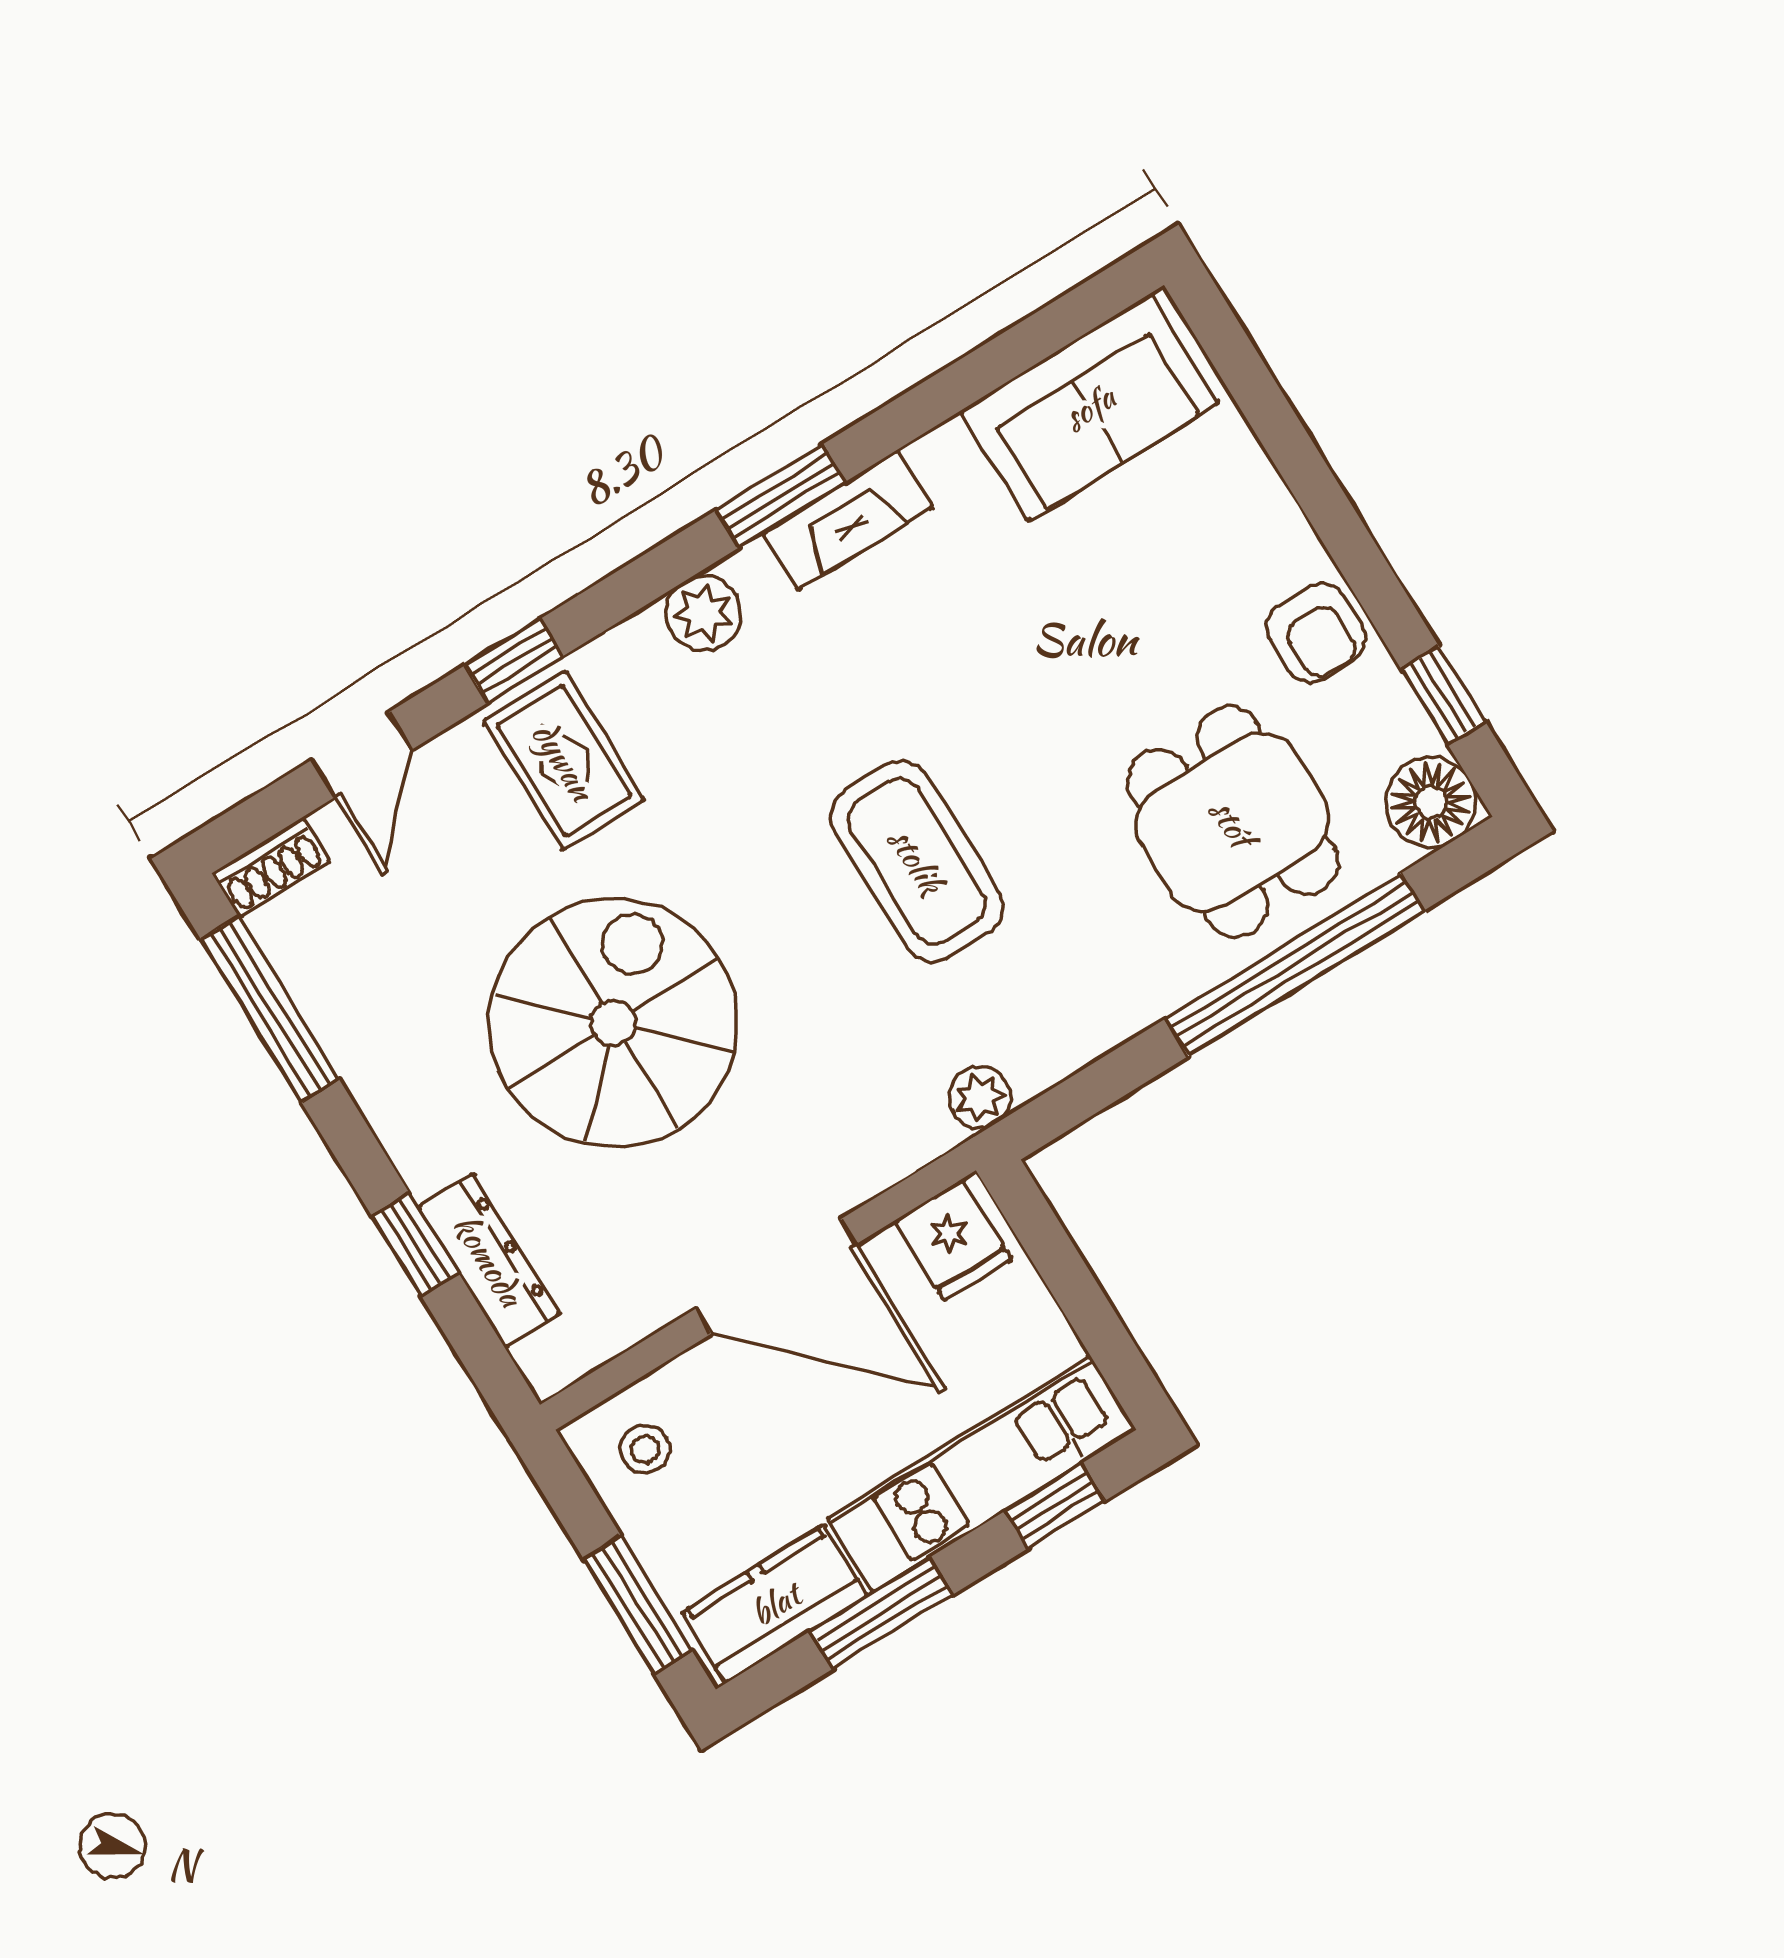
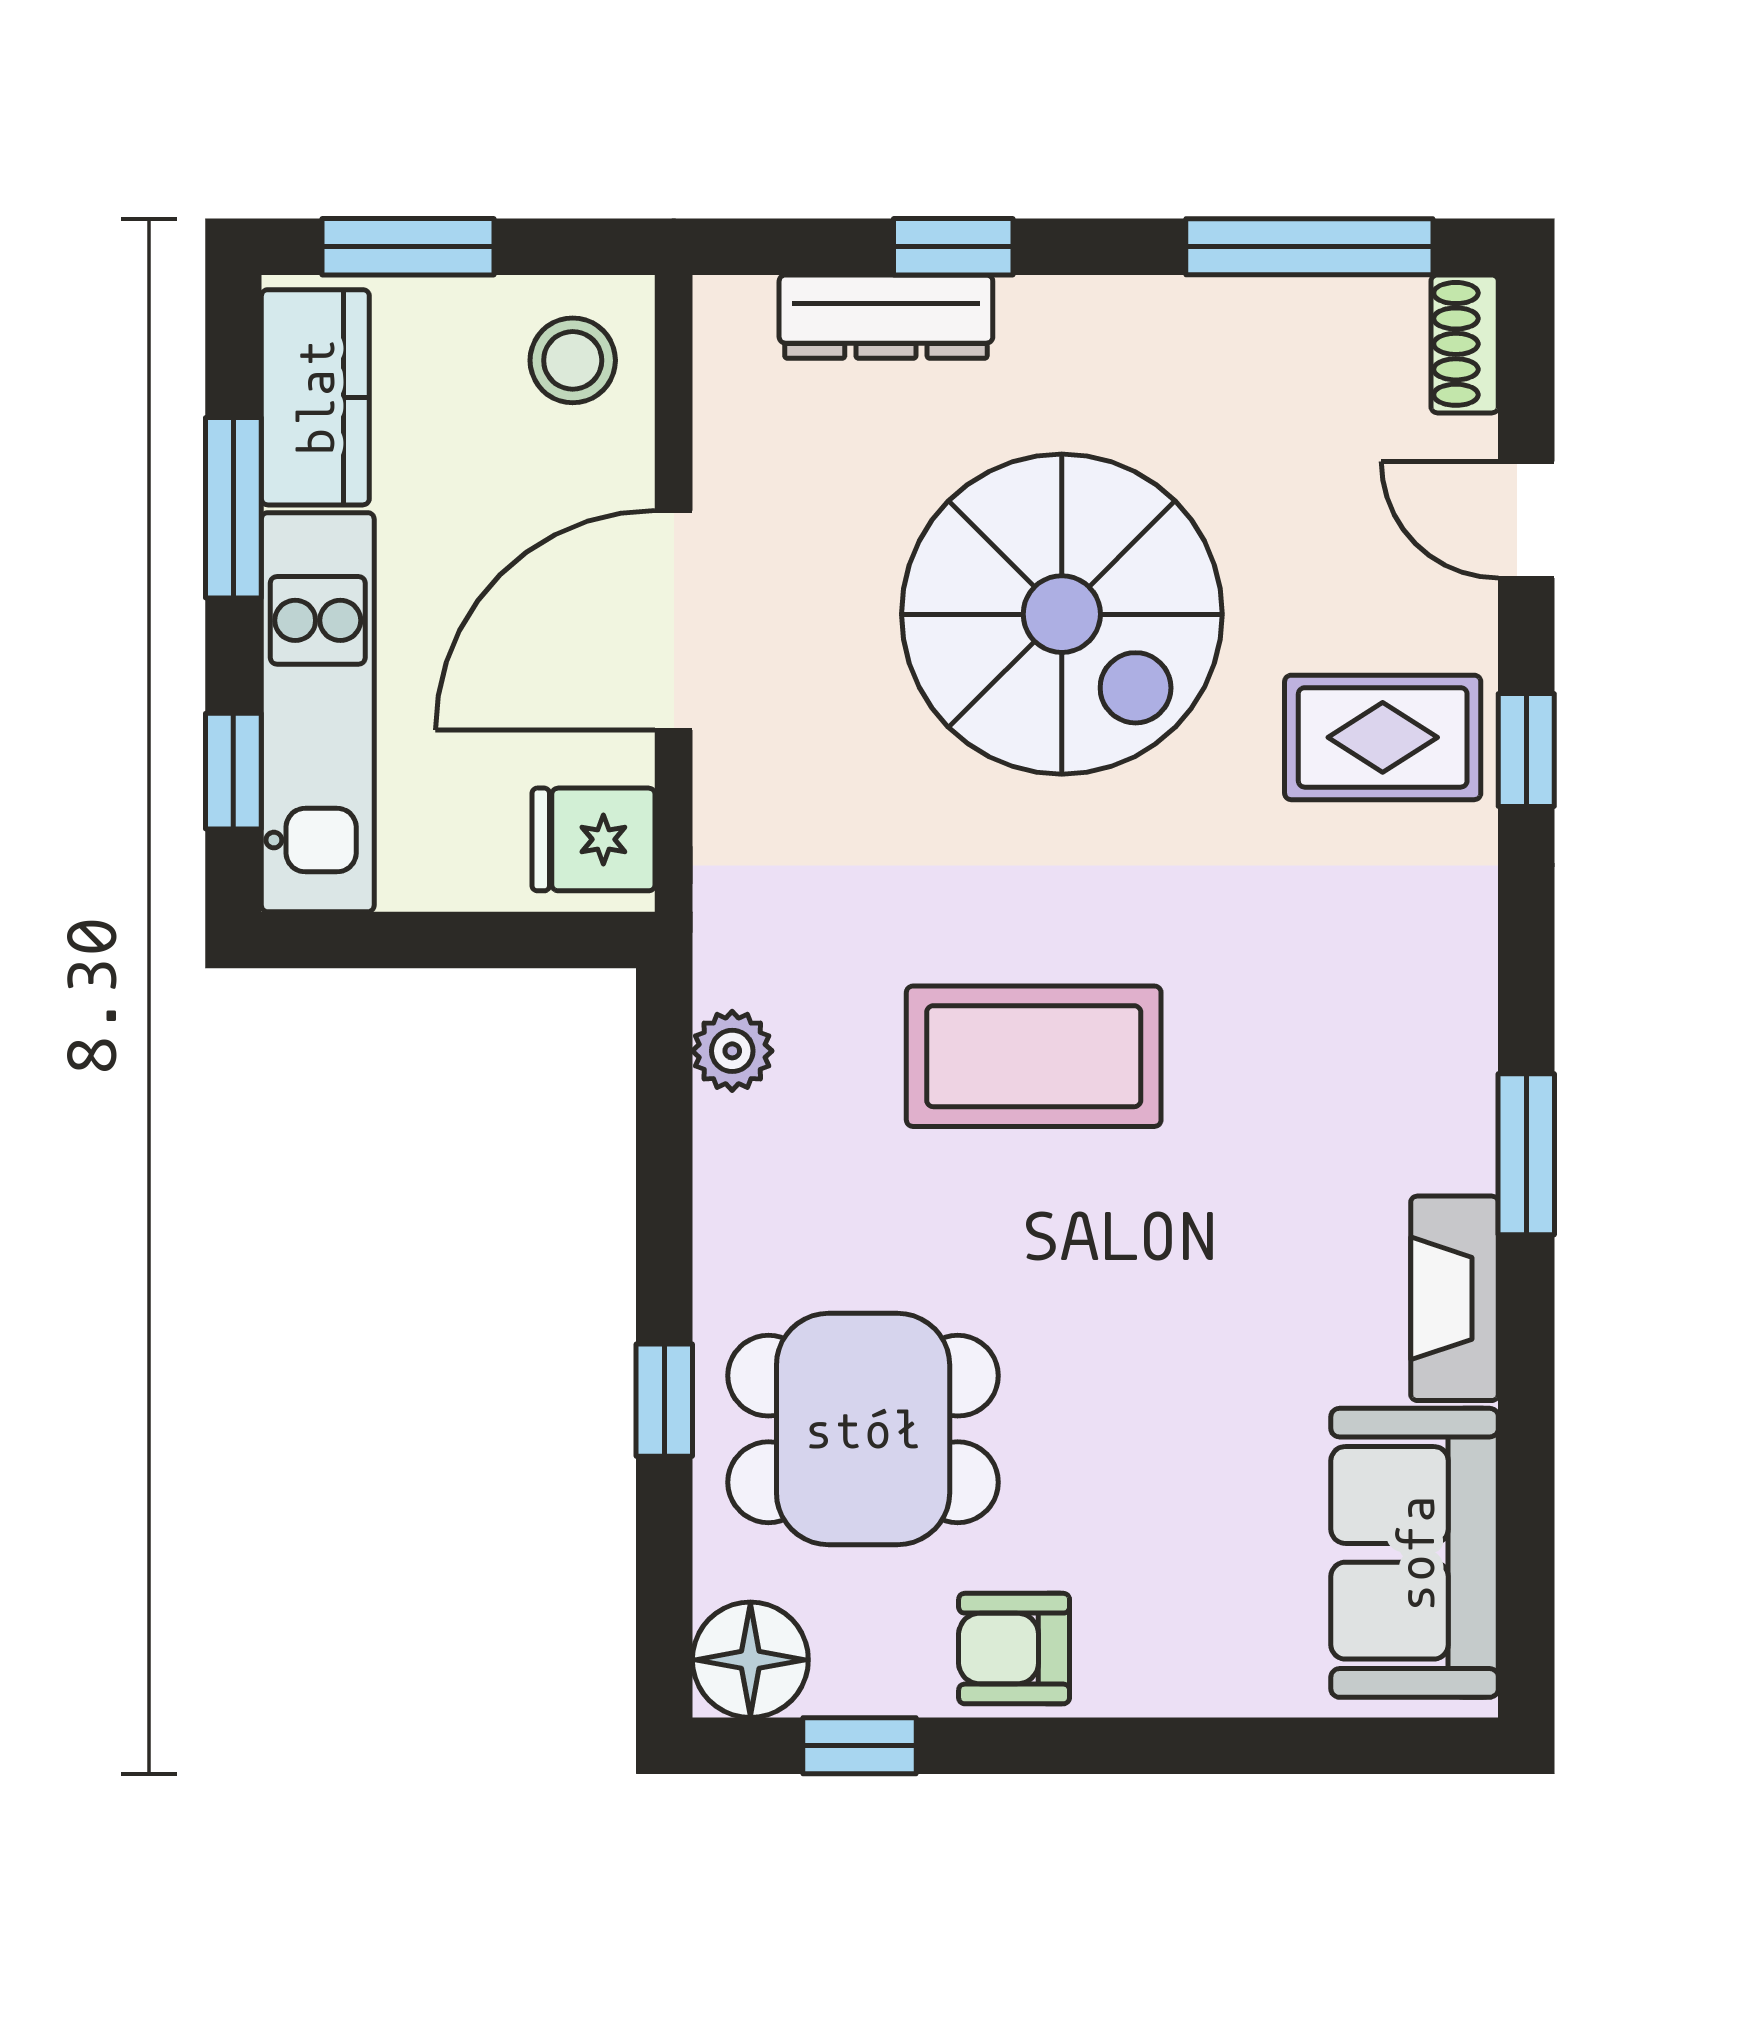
fireplace: (848, 520) -> (1454, 1298), moved
plant: (703, 613) -> (1450, 990), removed
window: (1295, 965) -> (664, 1400), width x0.32
plant: (980, 1097) -> (732, 1051), moved
stool: (645, 1449) -> (573, 360), width x1.37, depth x1.37

